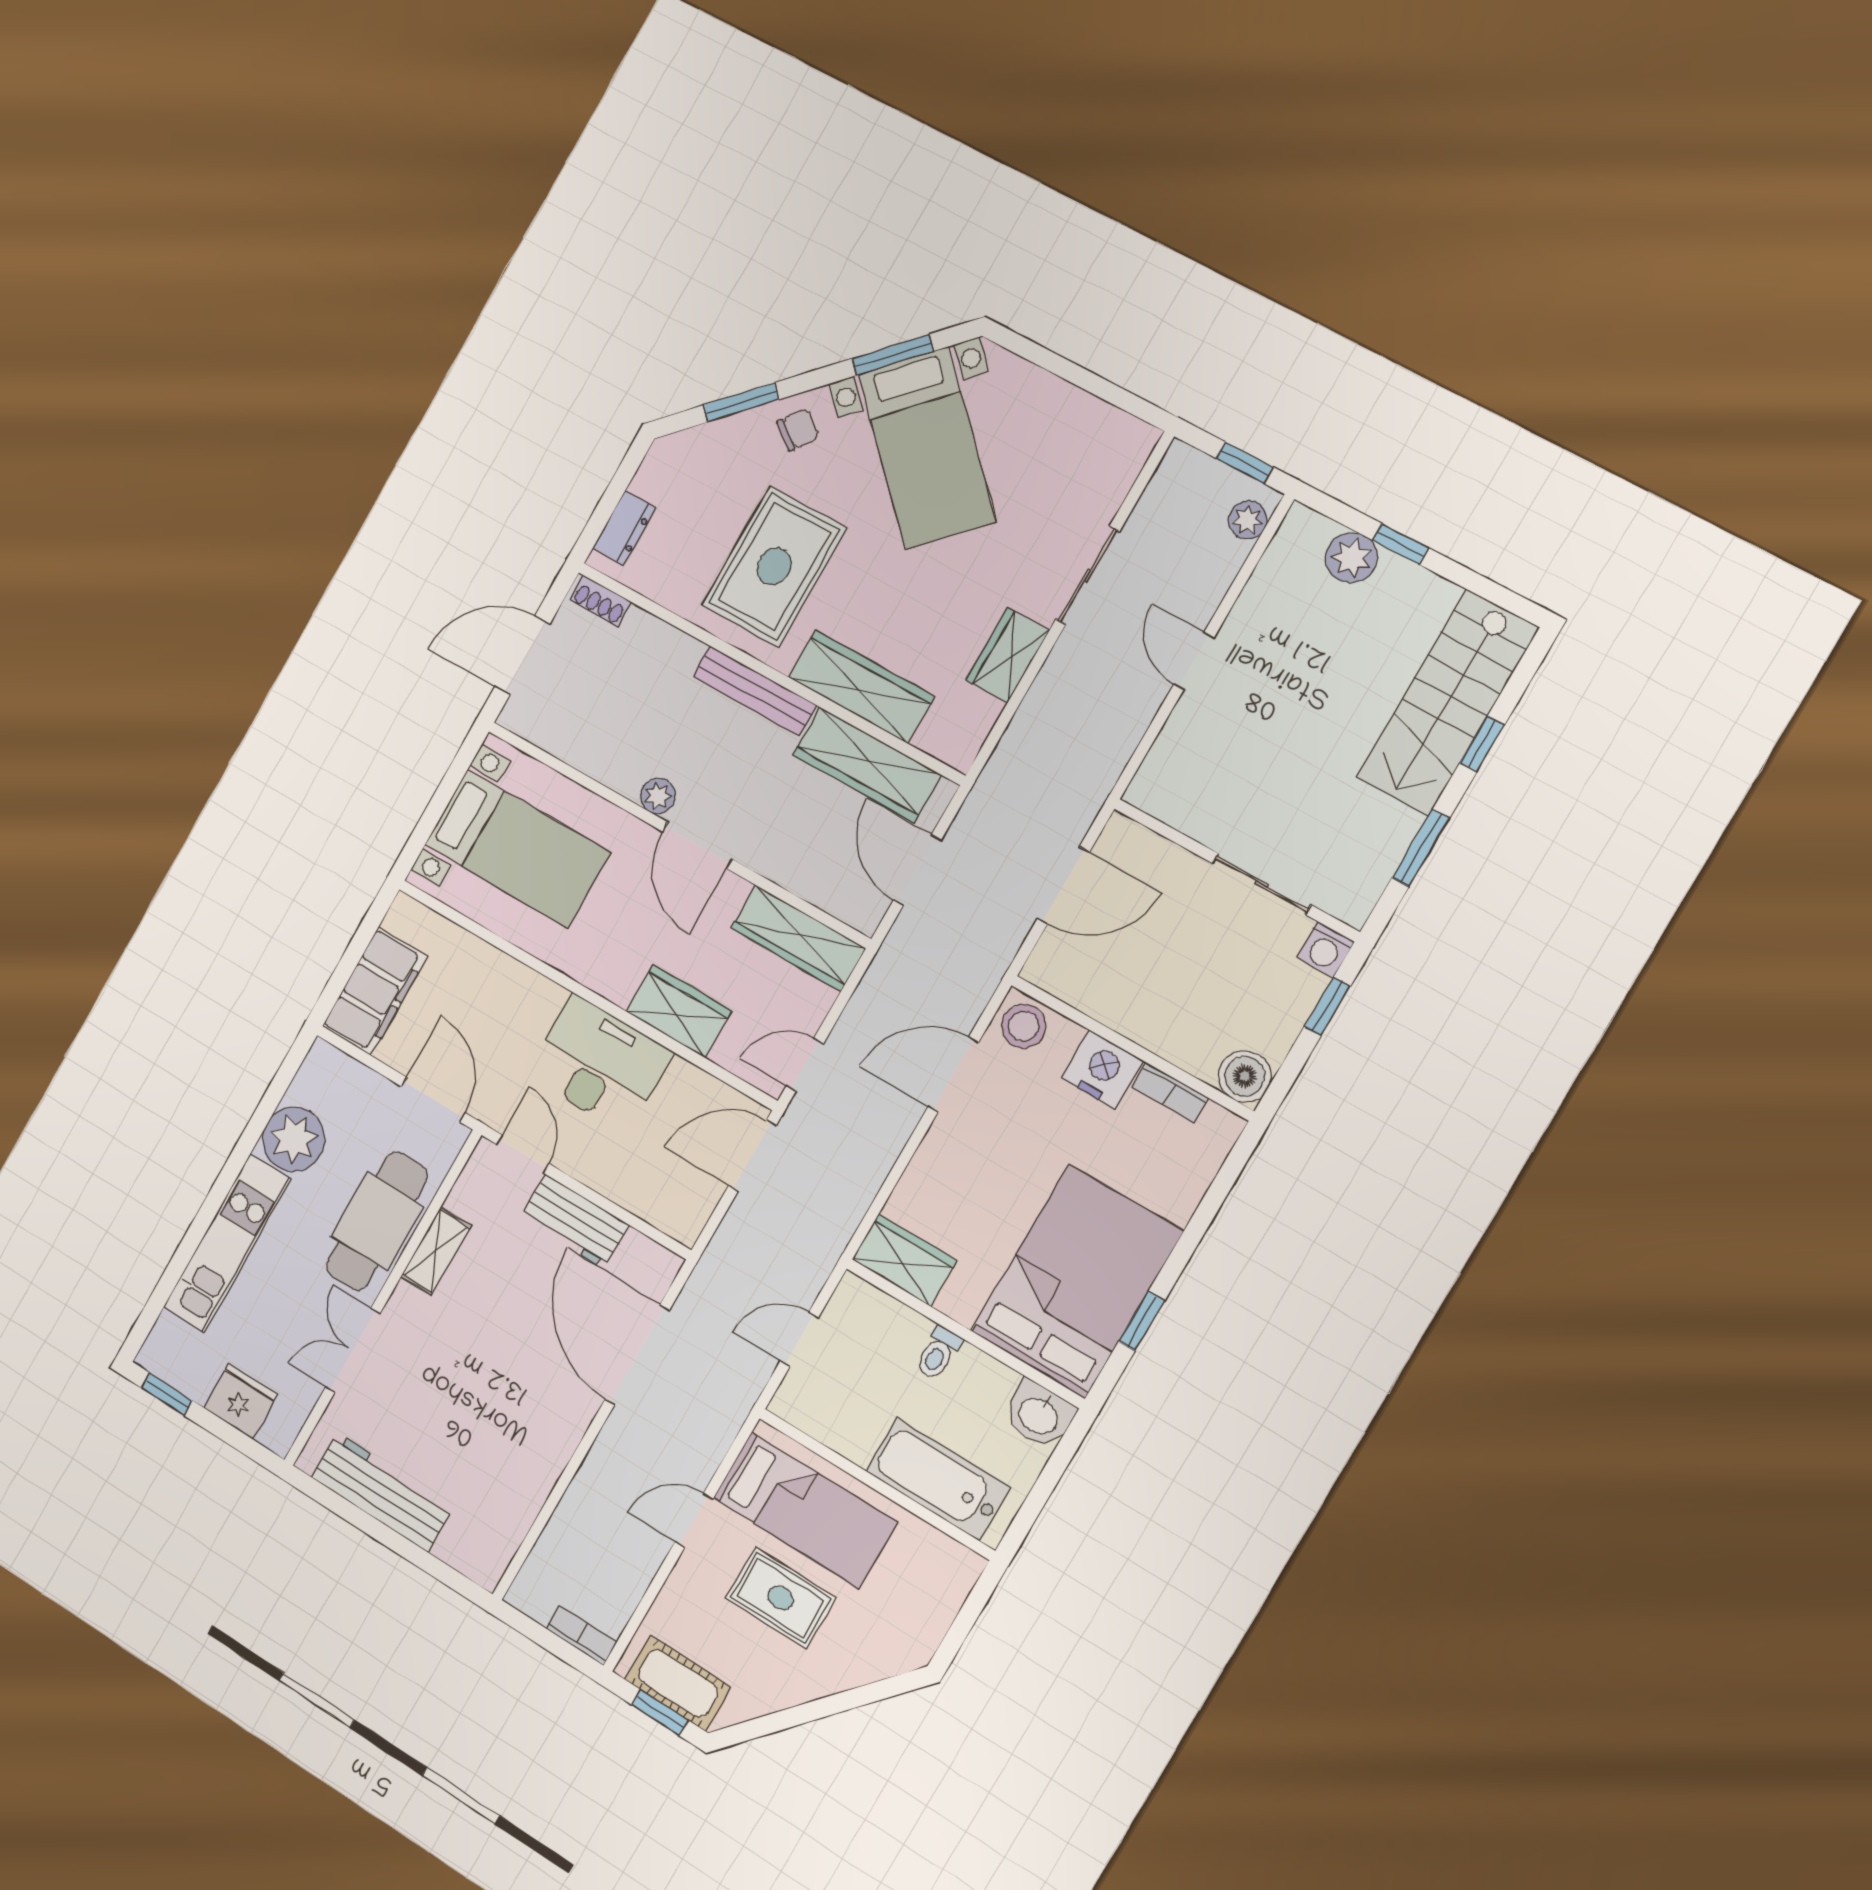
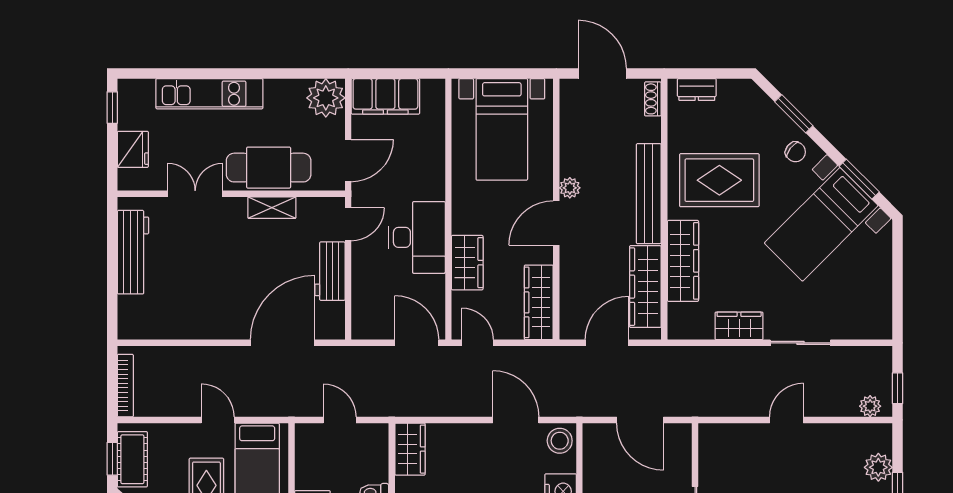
bench: (755, 691) -> (649, 194), width x1.37, depth x1.21
plant: (294, 1139) -> (326, 98), moved
bookcase: (581, 1635) -> (125, 386), width x1.56

